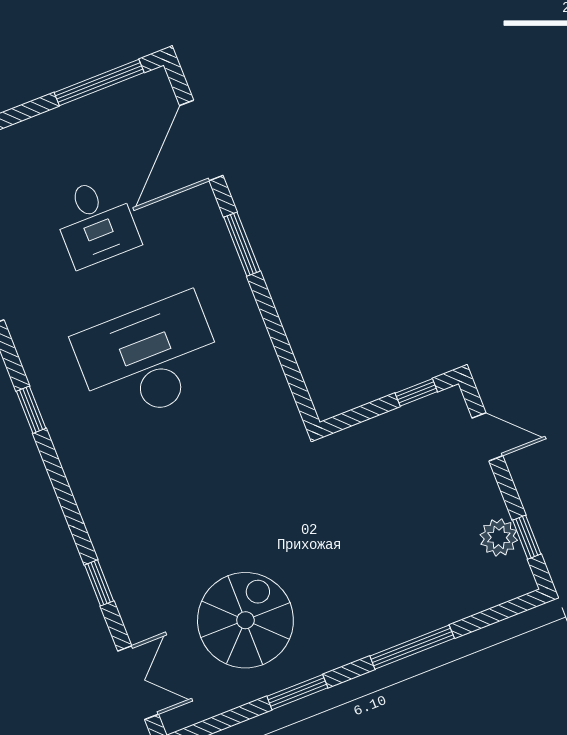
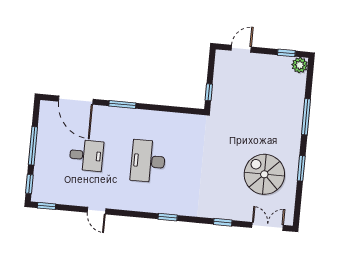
window: (99, 82) -> (33, 146), moved
desk: (149, 359) -> (148, 161), width x0.73, depth x0.77
window: (416, 392) -> (209, 92), moved
window: (31, 410) -> (168, 217), moved
plant: (499, 537) -> (300, 65), moved

